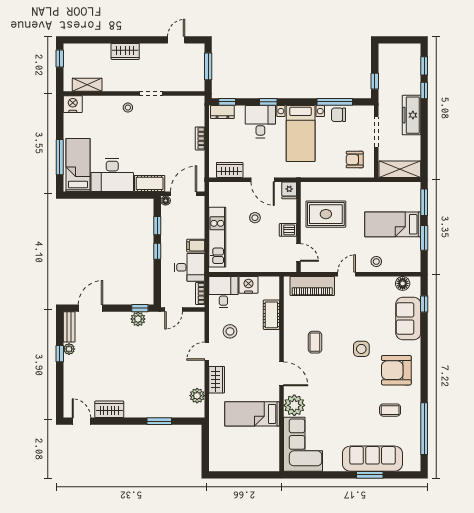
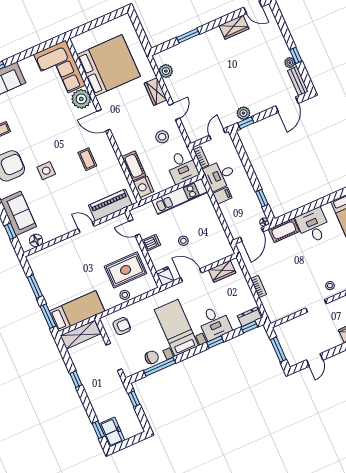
window: (424, 91) -> (76, 379), moved
freezer: (411, 115) -> (112, 432), moved, width x0.71
desk: (112, 175) -> (313, 226), width x0.73
bed: (393, 224) -> (77, 311), moved
kitchen unit: (217, 237) -> (180, 196), moved, turned -90
window: (157, 251) -> (252, 177), removed
stool: (376, 262) -> (125, 295), moved
door: (347, 274) -> (86, 227), swing flipped
nightstand: (249, 285) -> (143, 187), moved, turned 90
bed: (252, 414) -> (108, 65), width x2.04

